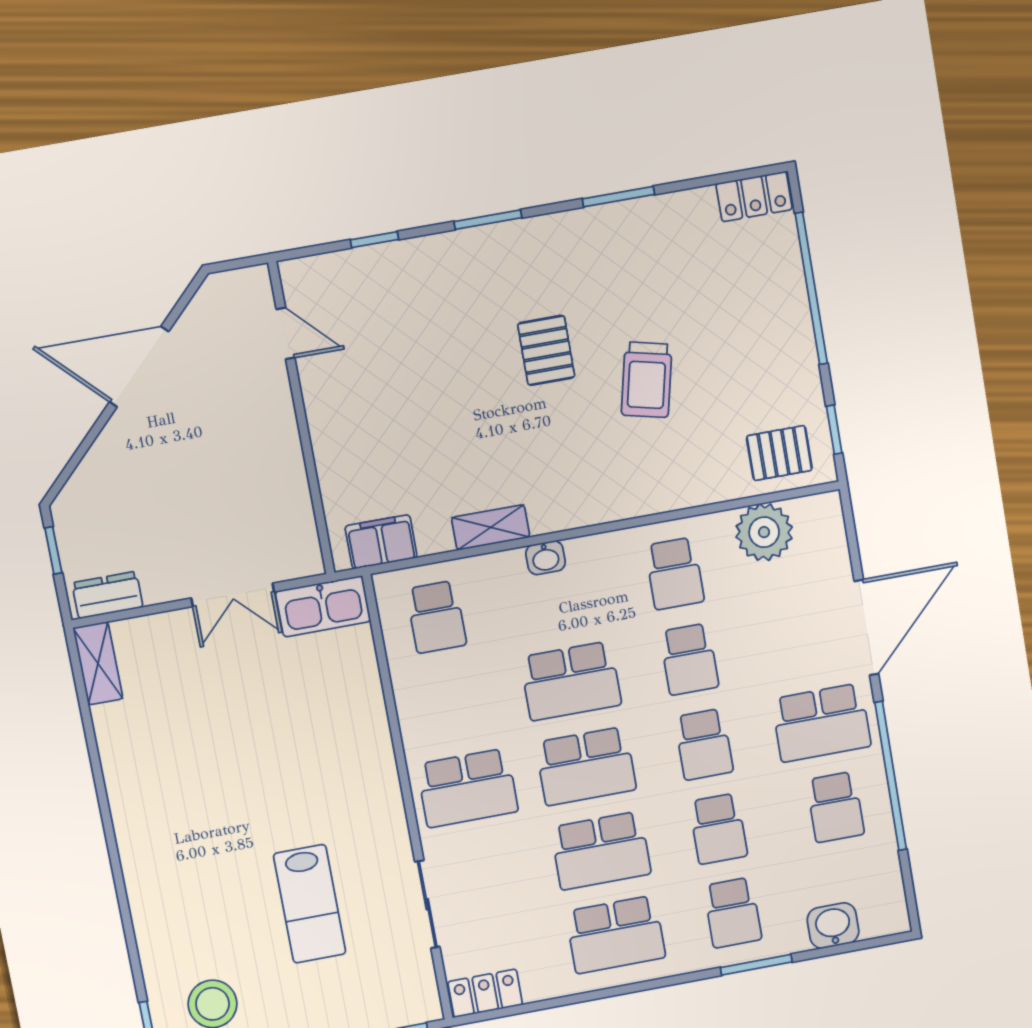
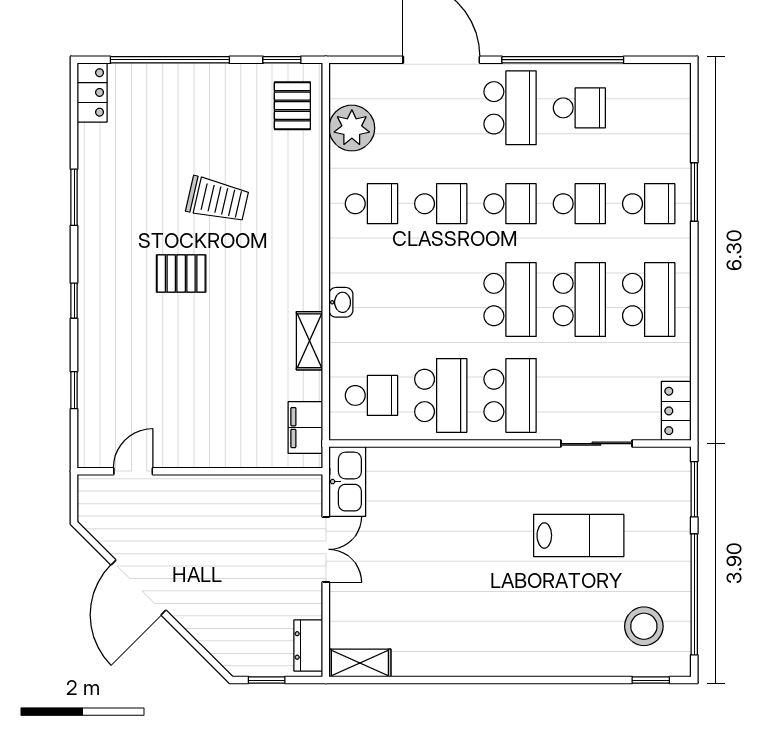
window: (488, 220) -> (74, 301), width x0.67
school desk: (571, 681) -> (441, 395), moved
washbasin: (833, 926) -> (674, 125), removed

